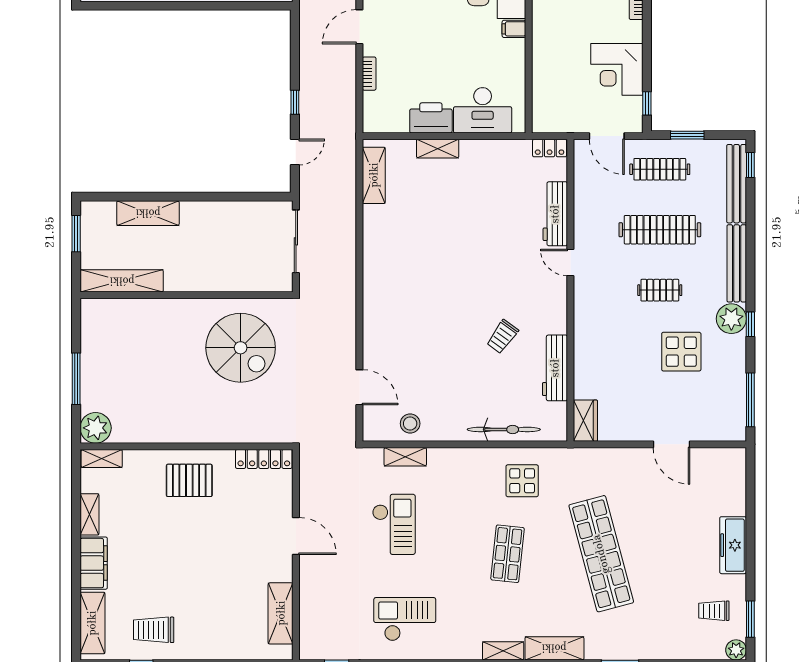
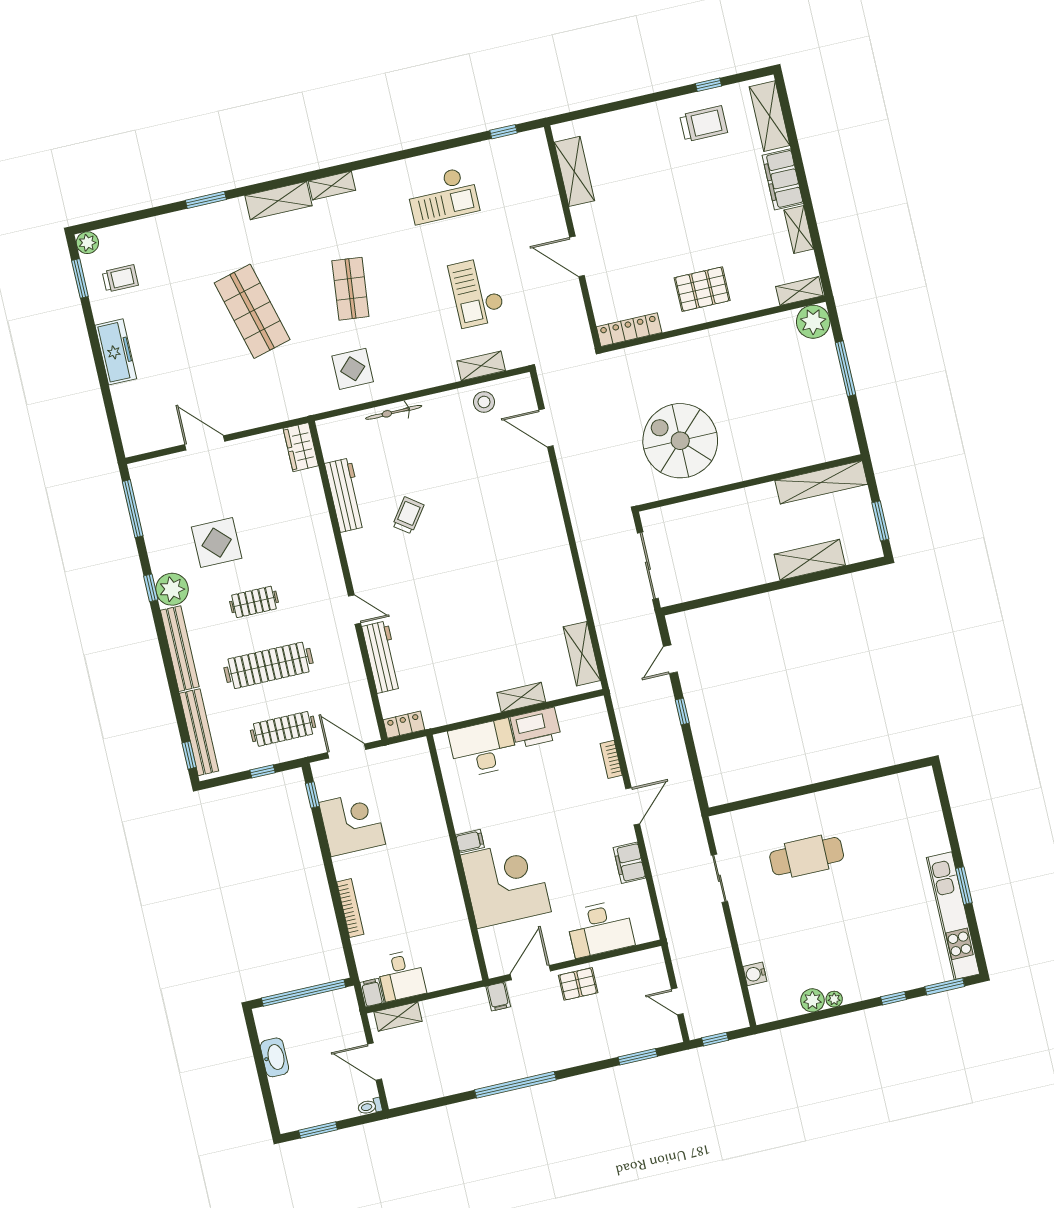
window: (687, 135) -> (263, 771), width x0.67
bicycle: (504, 429) -> (394, 412), width x0.73, depth x0.71
shop shelf: (601, 554) -> (252, 311), width x0.71

